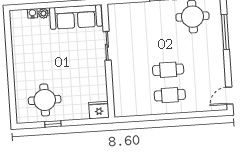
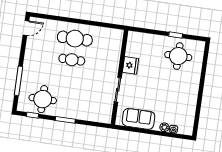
sofa: (76, 17) -> (138, 119), width x0.73
cafe table: (170, 95) -> (75, 39), width x1.37, depth x1.35
fridge: (99, 110) -> (130, 65), moved, turned -90

